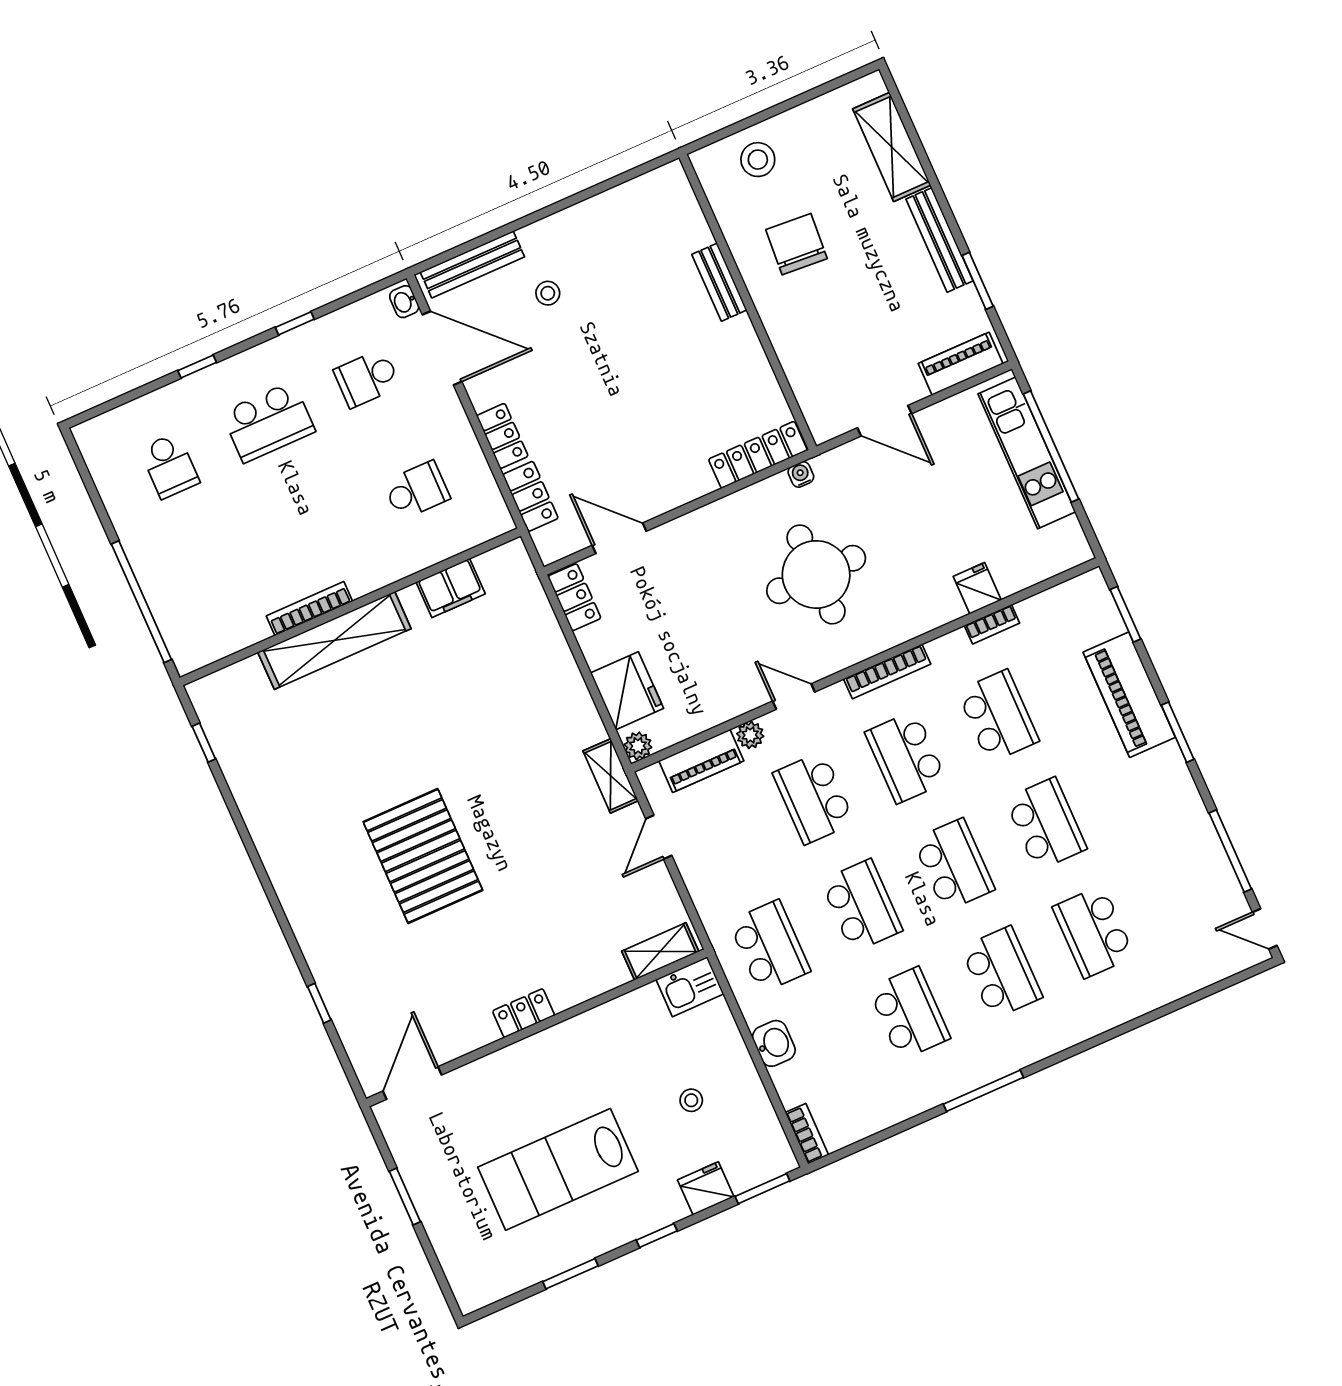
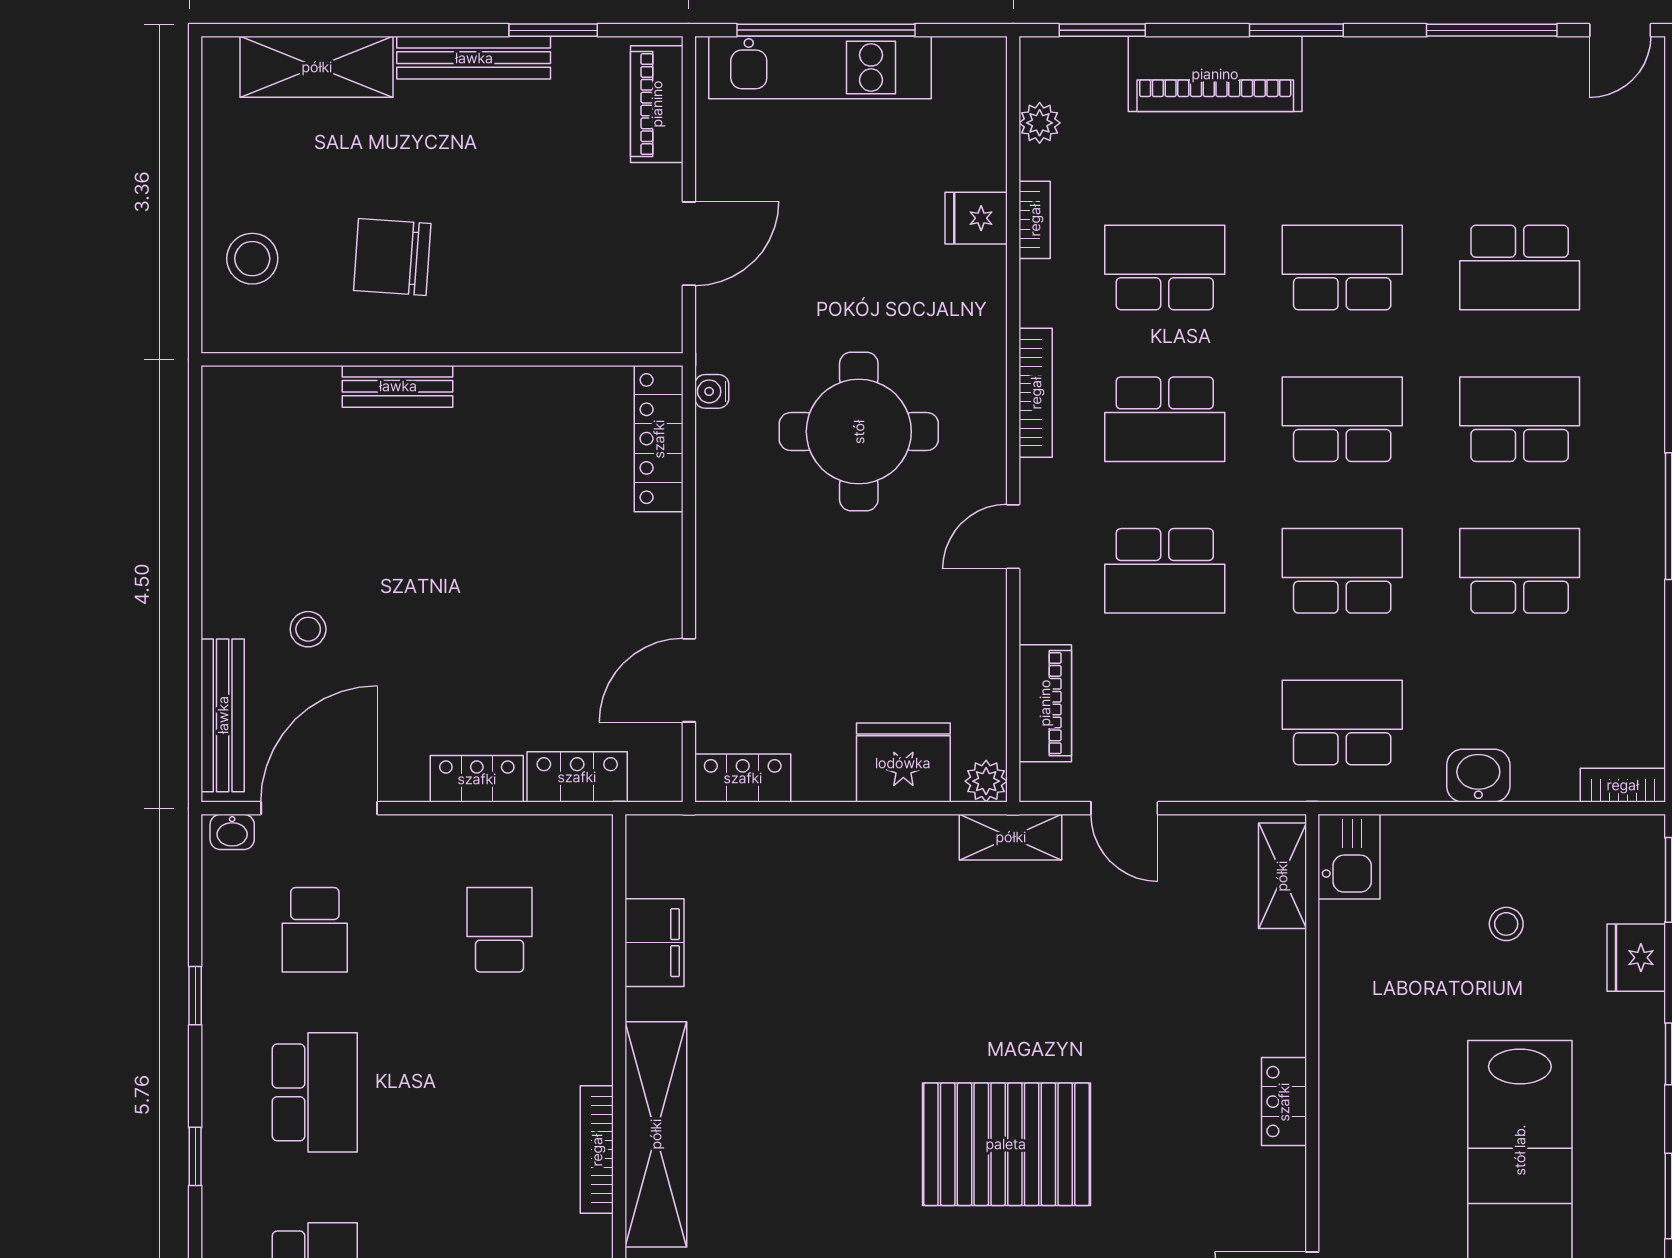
plant: (750, 735) -> (1040, 123), moved

